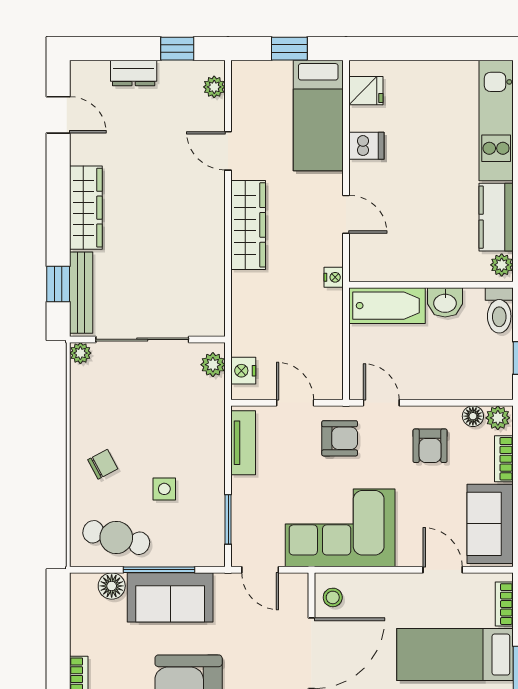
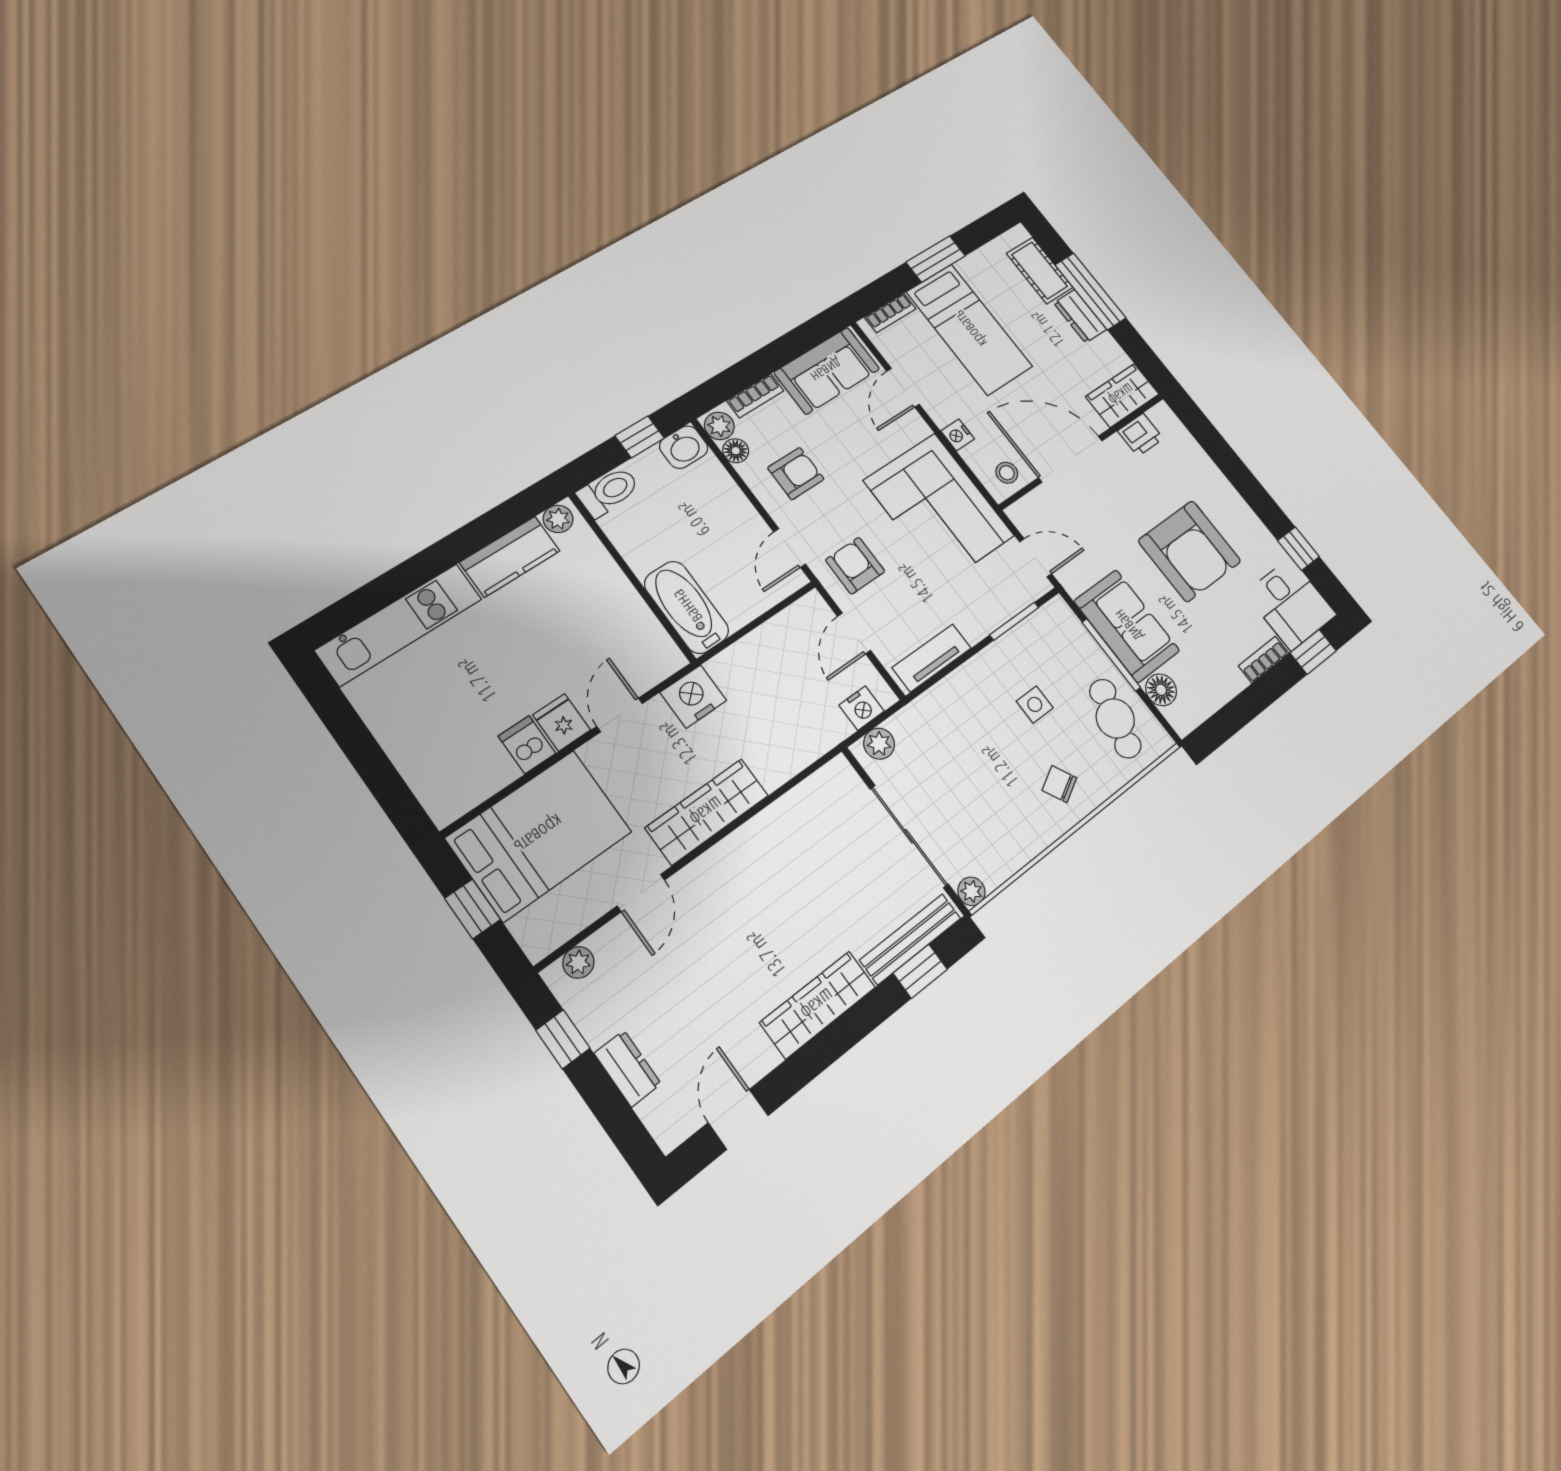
fridge: (366, 91) -> (562, 722), moved
bed: (318, 116) -> (539, 835), width x1.50
nightstand: (334, 277) -> (693, 696), width x1.89, depth x1.79
washbasin: (445, 302) -> (684, 447), moved, turned 90
door: (260, 570) -> (1036, 558), hinge flipped
nightstand: (383, 583) -> (958, 435), added

